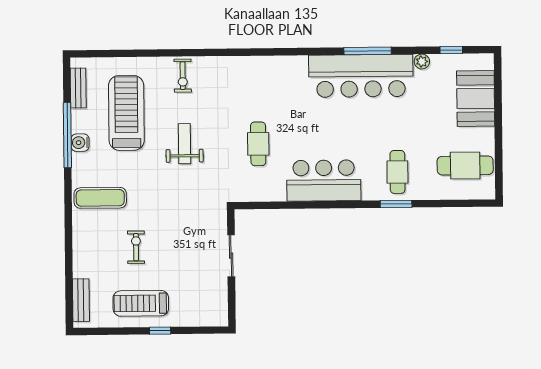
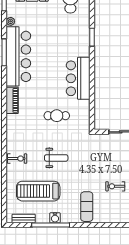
piano: (284, 66) -> (12, 100), added
weight bench: (184, 144) -> (56, 158), turned 180
cafe table: (397, 172) -> (74, 36), removed

